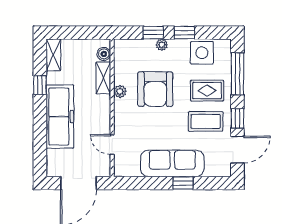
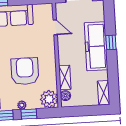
window: (40, 85) -> (111, 42), moved
plant: (120, 92) -> (49, 99), moved, width x1.88, depth x1.88

